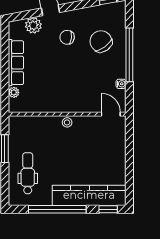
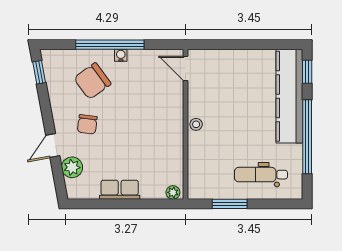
row of seats: (16, 63) -> (120, 190), width x0.68
water cooler: (121, 84) -> (121, 55), moved
plant: (14, 92) -> (173, 192), moved
door: (111, 114) -> (185, 68), hinge flipped

